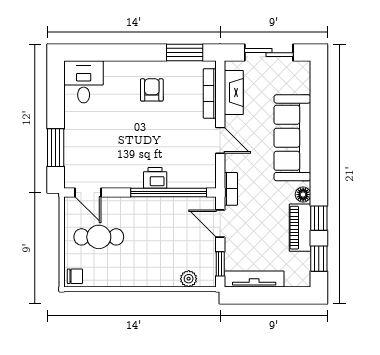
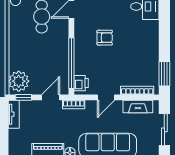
armchair: (152, 90) -> (105, 38), moved
printer: (155, 178) -> (81, 83), moved
plant: (189, 279) -> (19, 81), width x1.88, depth x1.88
tv unit: (254, 279) -> (14, 114), width x0.71

